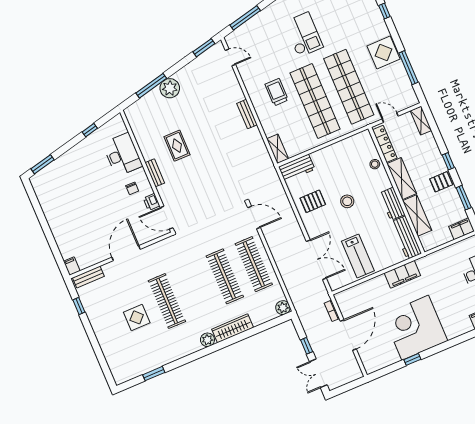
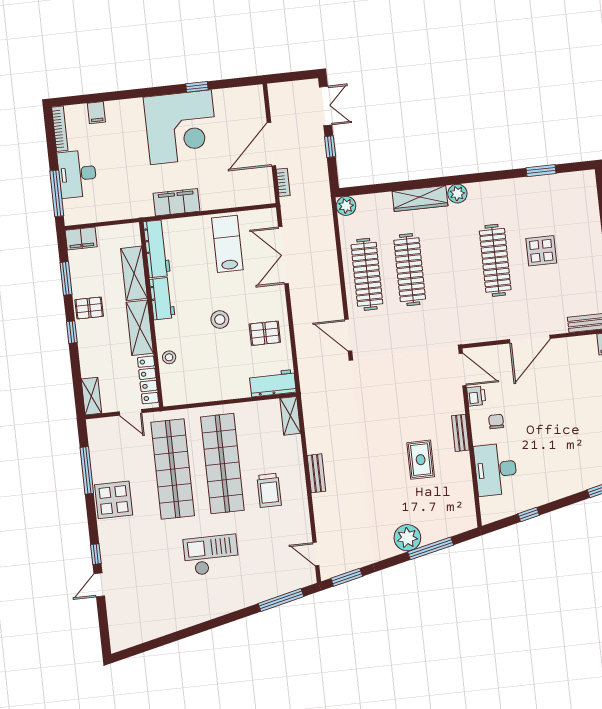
checkout: (303, 35) -> (211, 555), turned 90

